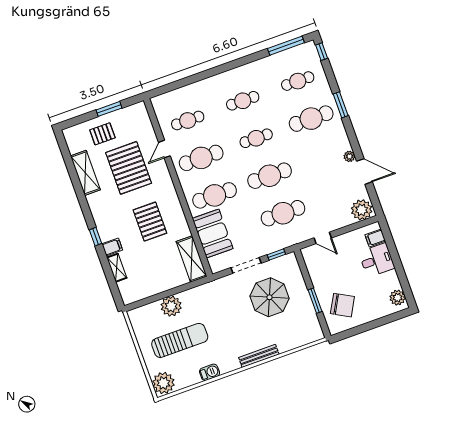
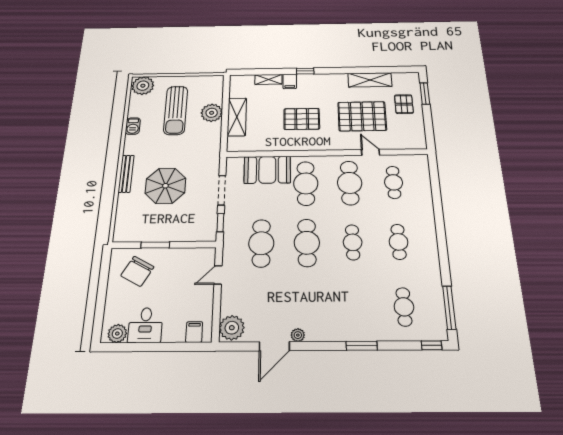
window: (109, 109) -> (425, 93), moved
cafe table: (311, 119) -> (356, 307), removed
shelving: (191, 259) -> (237, 117), moved, turned 90
desk: (377, 260) -> (145, 325), moved
parasol: (270, 297) -> (165, 186), moved

